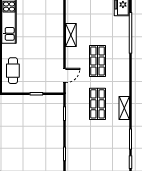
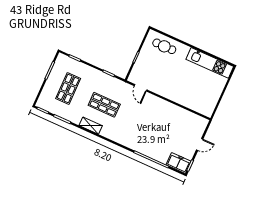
shelving: (71, 35) -> (172, 109), removed
shop shelf: (98, 61) -> (68, 88), moved, turned 90

